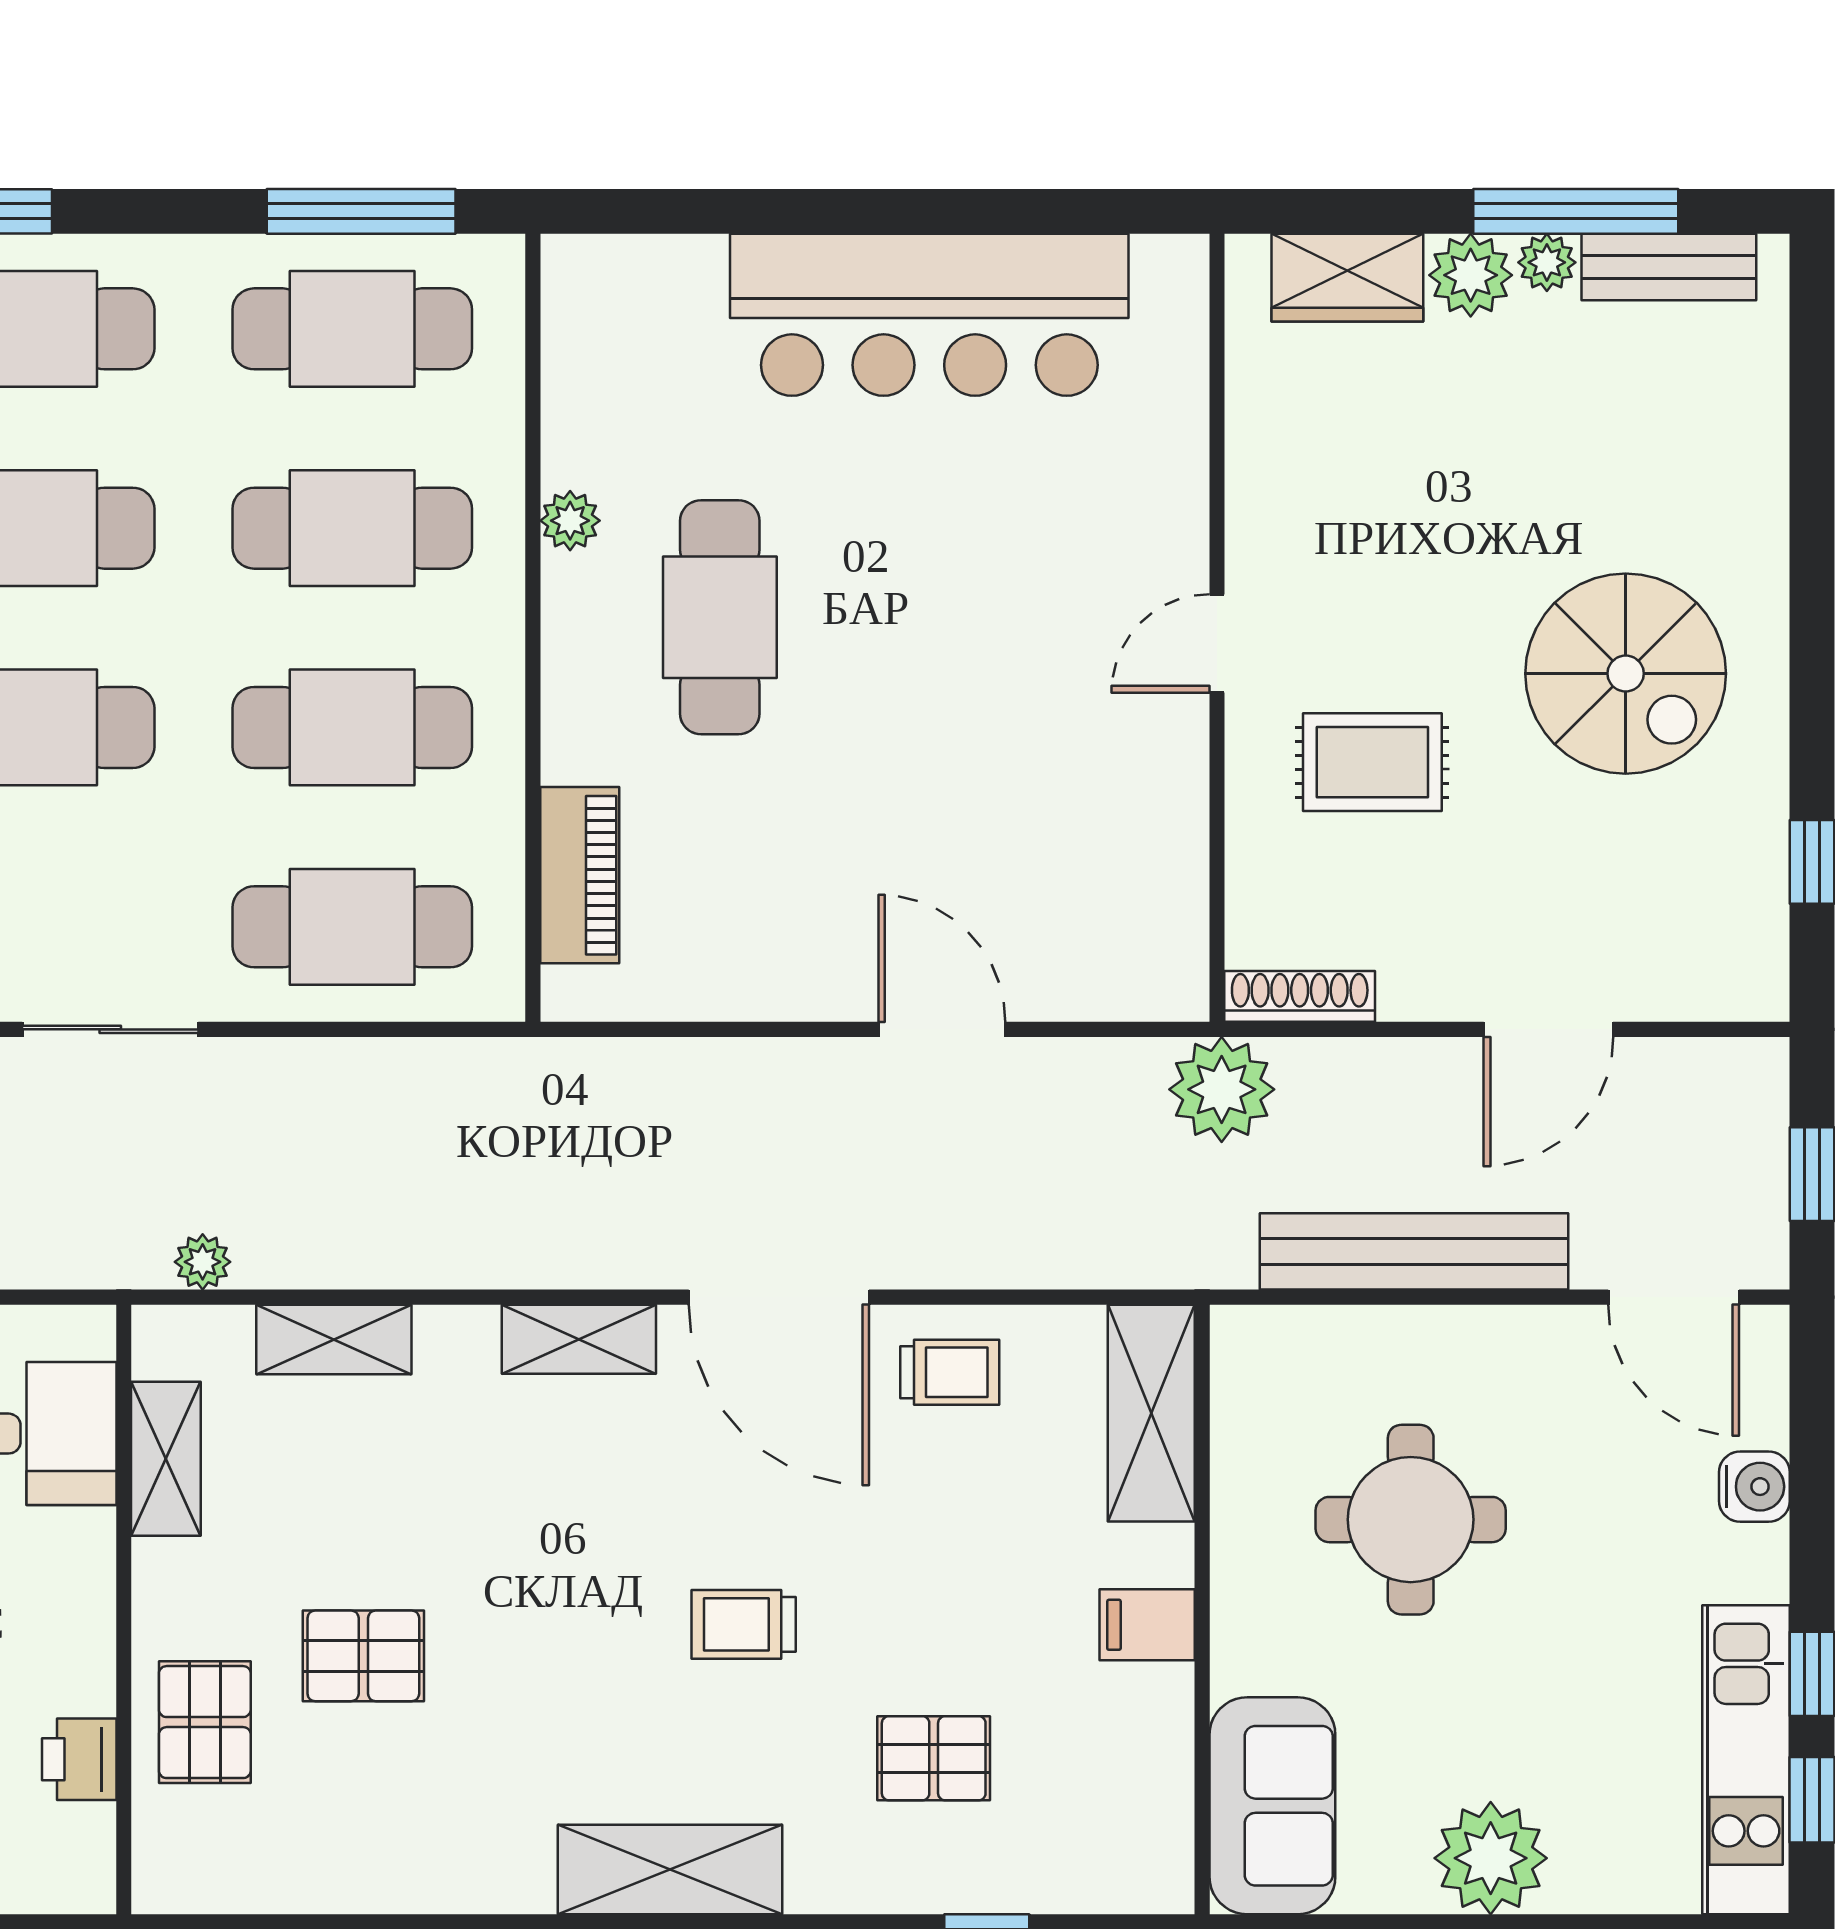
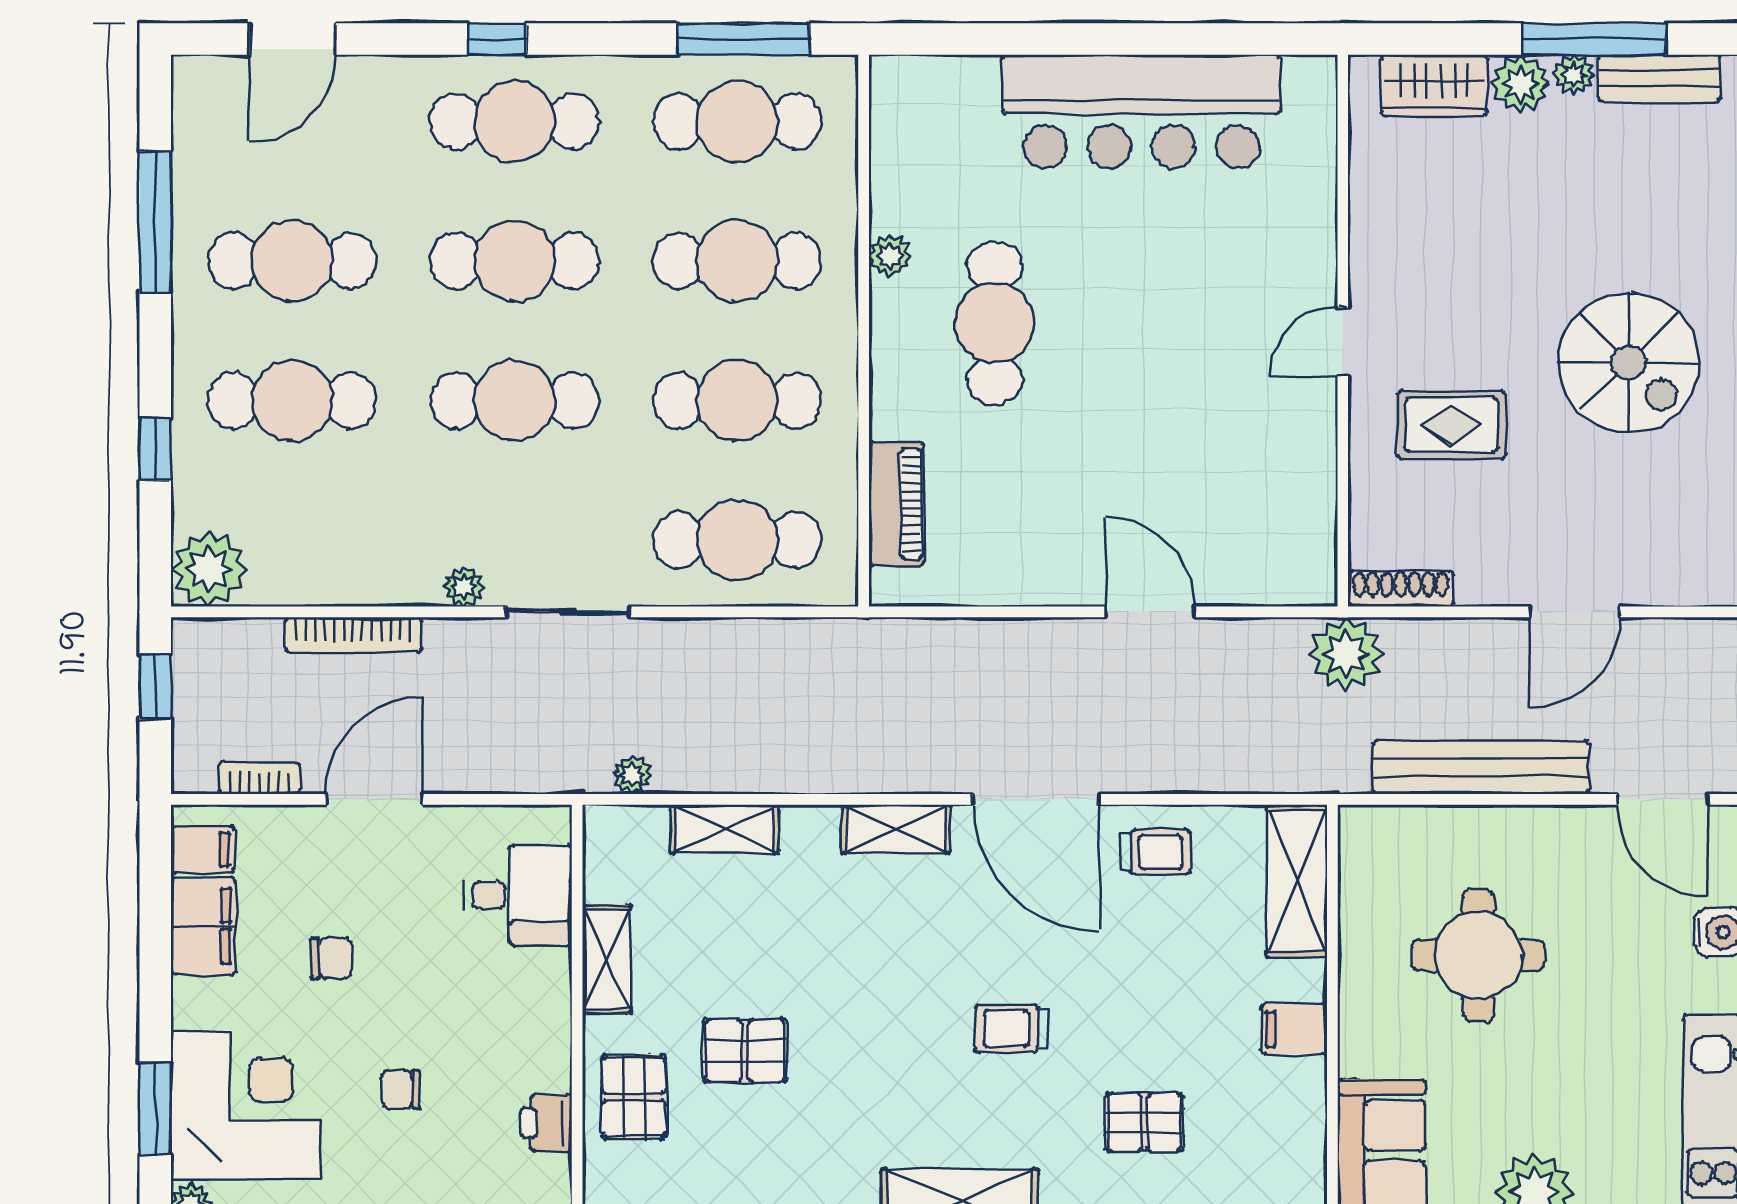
shelving: (166, 1459) -> (607, 959), moved

